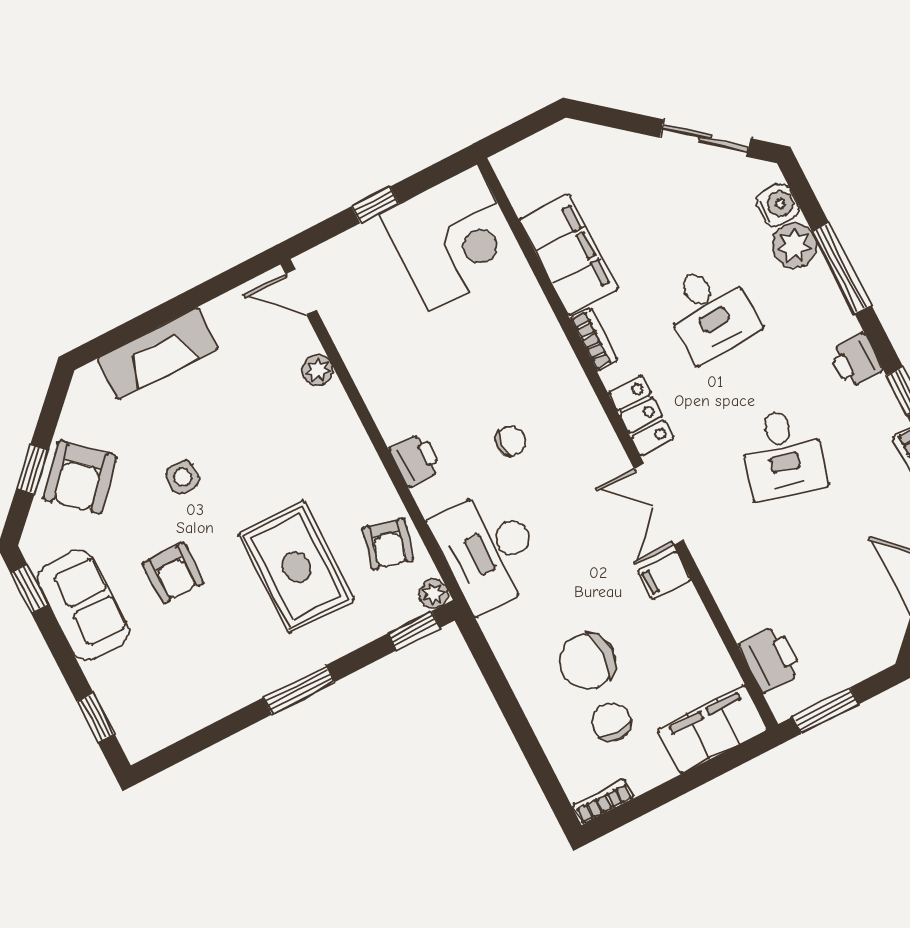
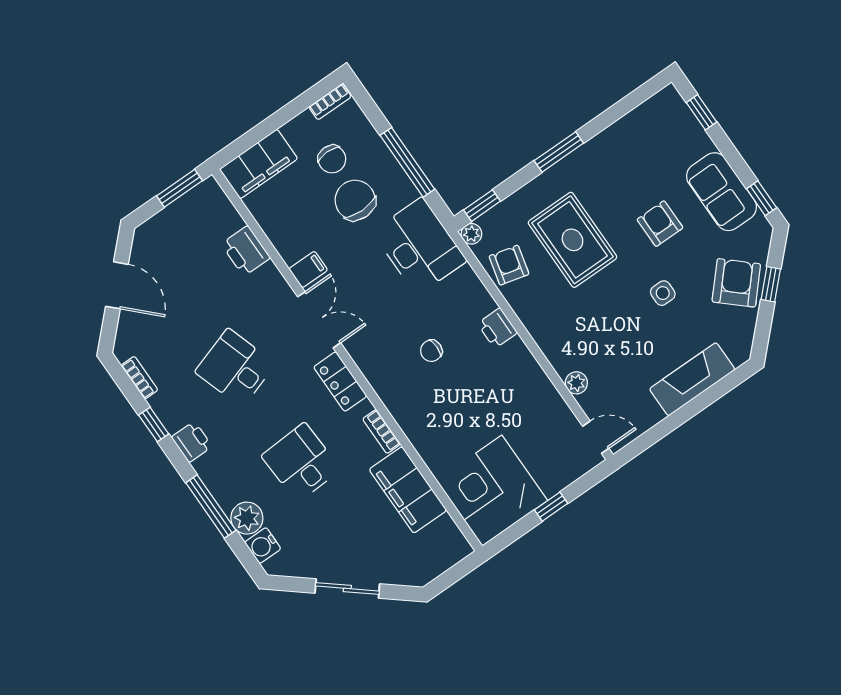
sliding door: (705, 138) -> (347, 589), moved
desk: (783, 454) -> (235, 368), turned -33
desk: (489, 550) -> (419, 246), moved
printer: (771, 659) -> (246, 251), moved
chair: (587, 662) -> (355, 200), turned -90
window: (508, 704) -> (407, 162), added

